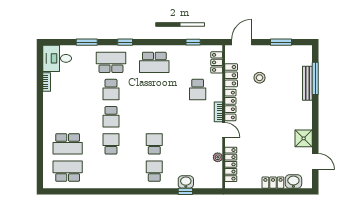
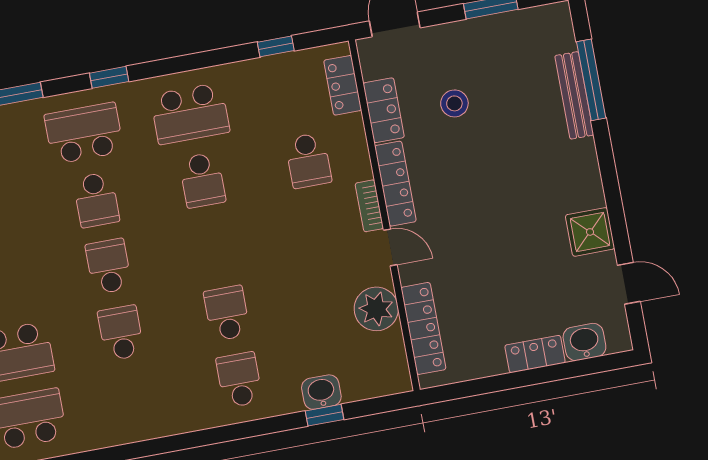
school desk: (154, 90) -> (202, 180), added
school desk: (111, 117) -> (109, 266), turned 180
plant: (218, 157) -> (376, 309), width x1.87, depth x1.87

